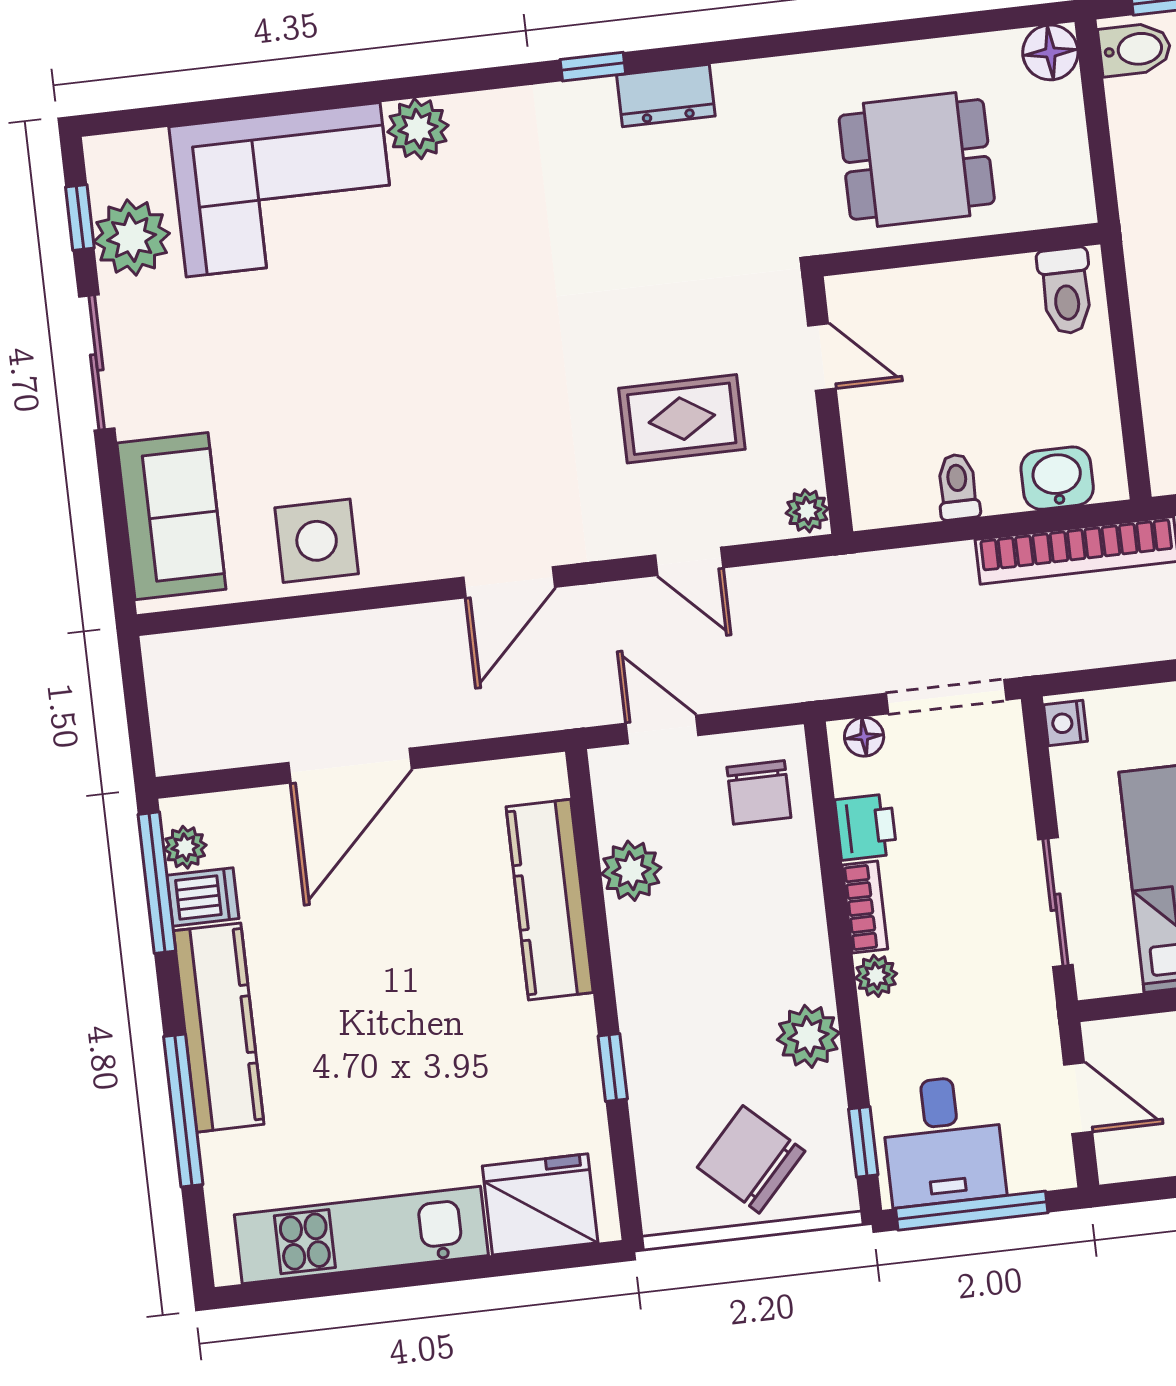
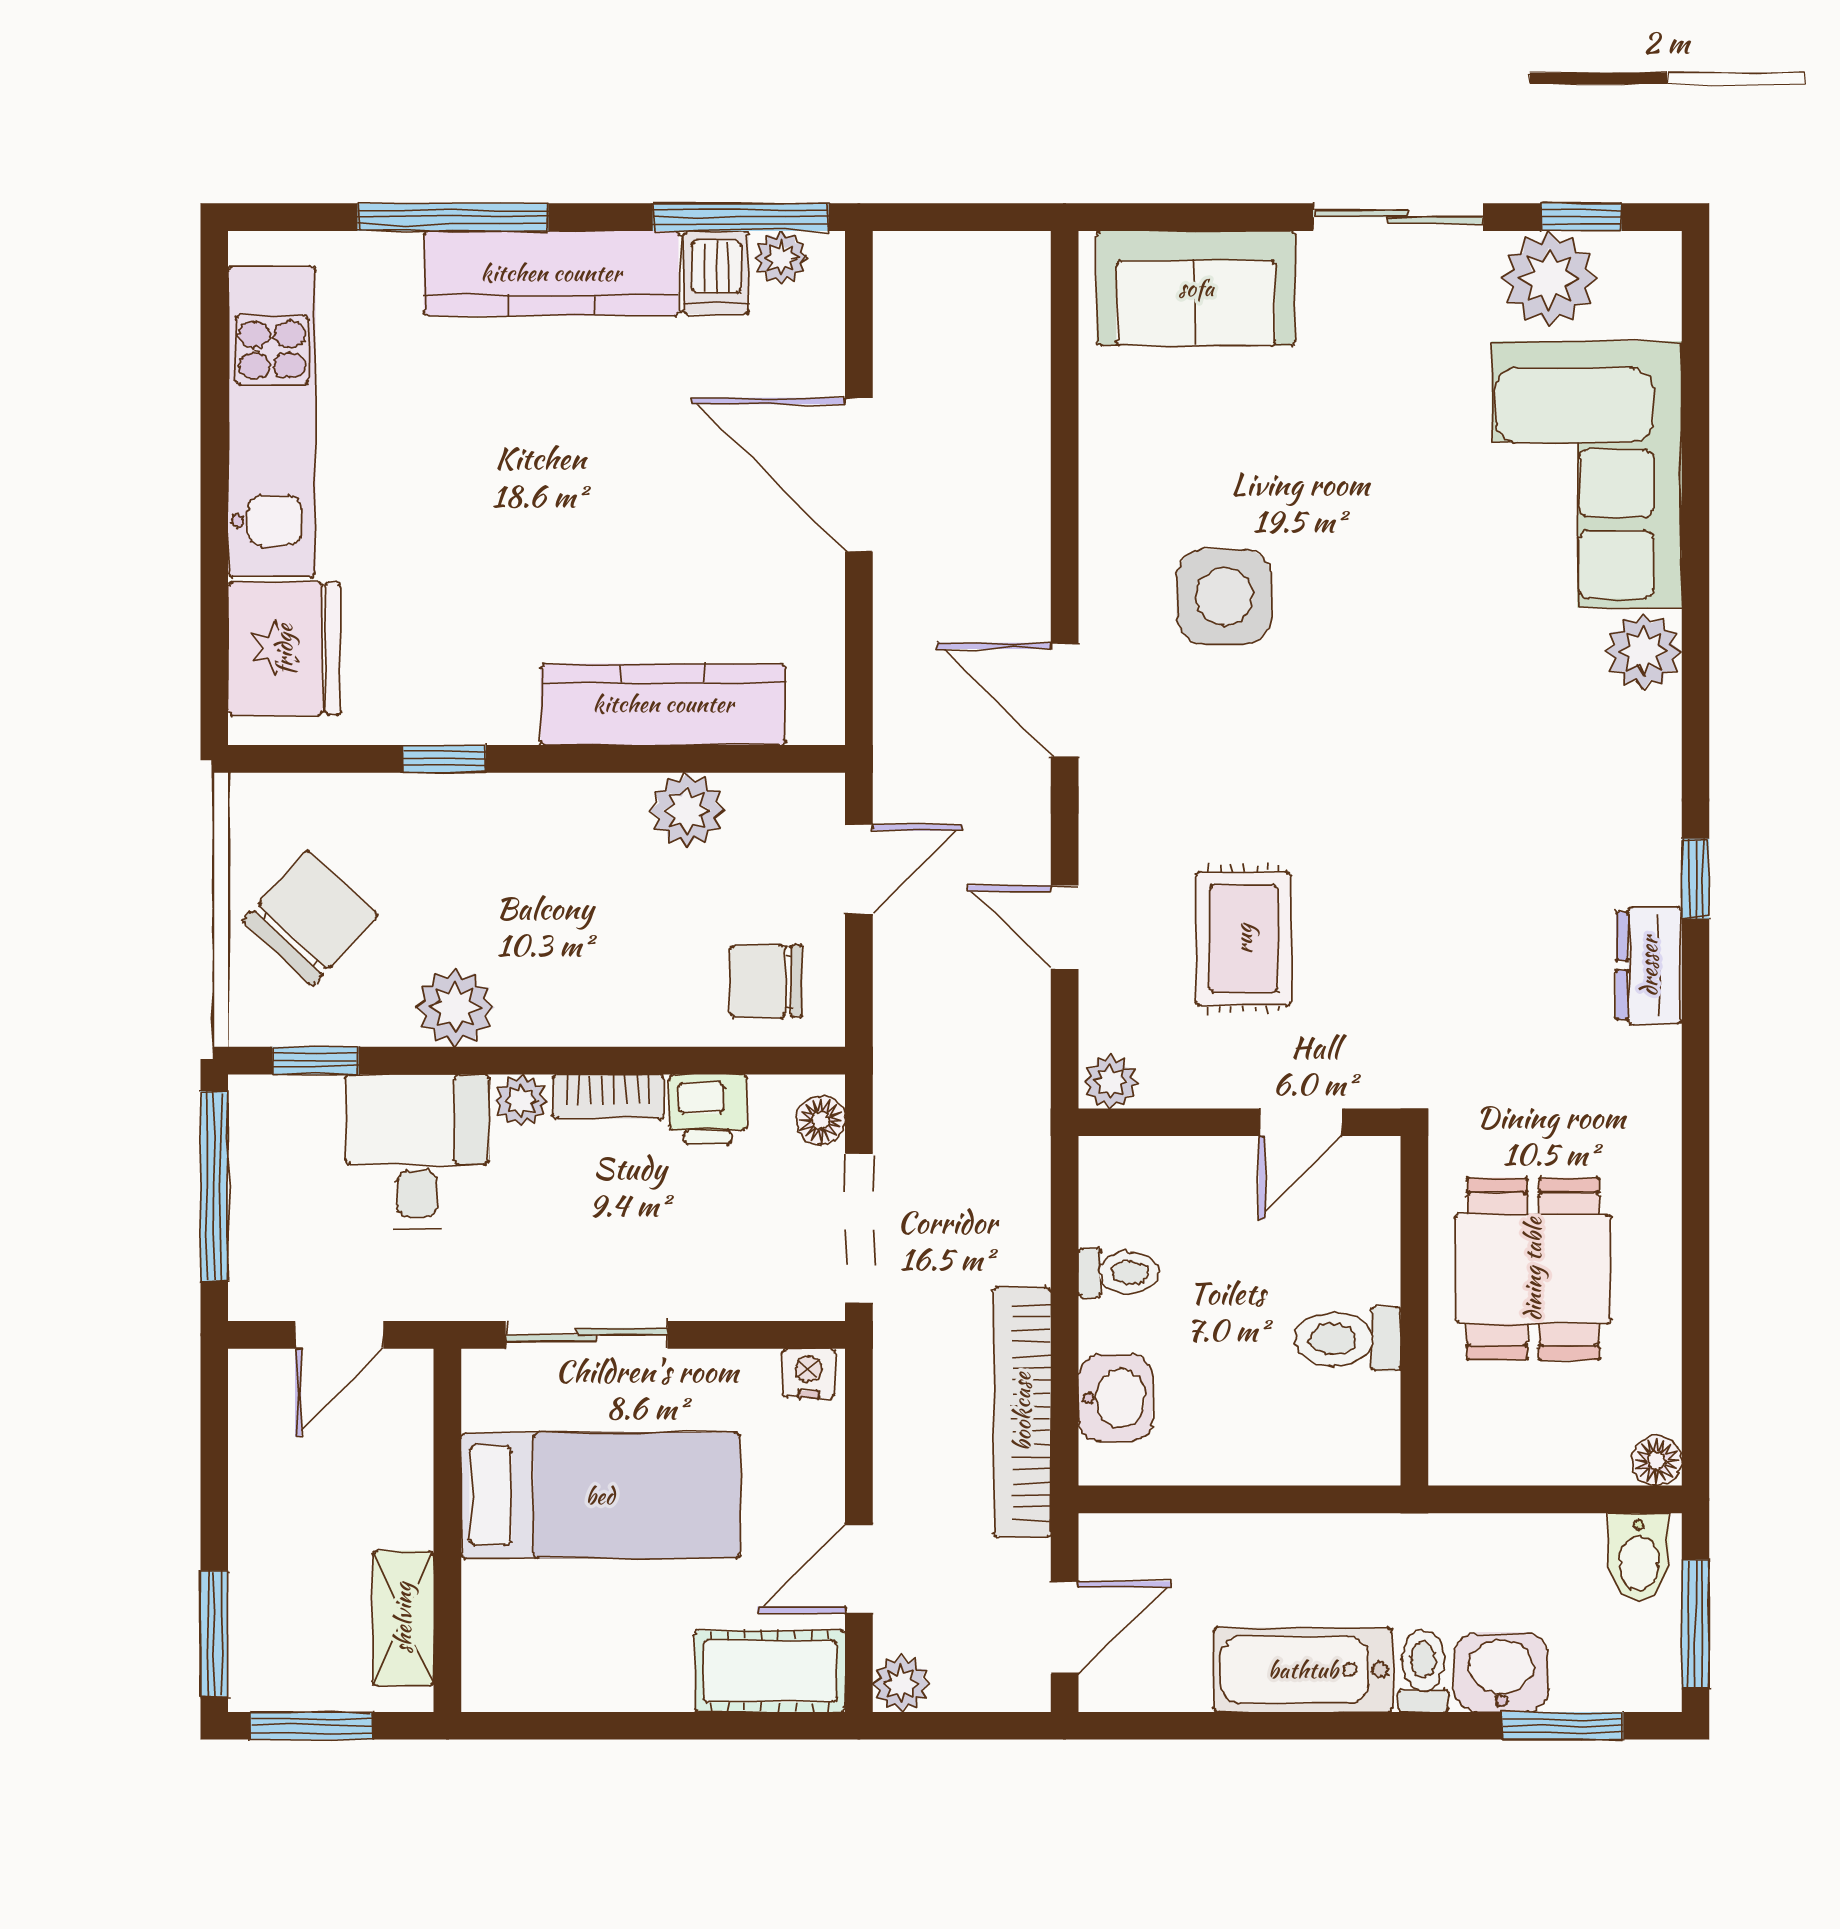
floor lamp: (1050, 52) -> (1657, 1460), width x0.73, depth x0.73
toilet: (1066, 291) -> (1348, 1339), moved
side table: (317, 541) -> (1224, 597), moved
door: (689, 561) -> (1065, 927), hinge flipped
desk: (943, 1141) -> (417, 1152), moved, turned 90

